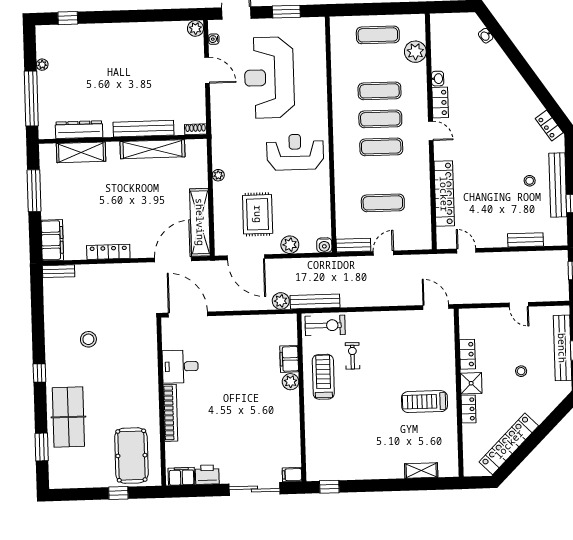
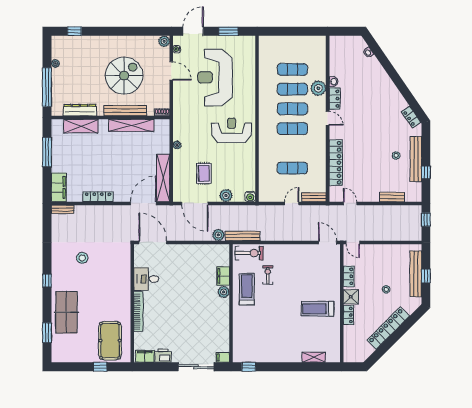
exercise mat: (378, 35) -> (292, 69), moved
plant: (415, 52) -> (318, 88), moved
spiral stairs: (140, 79) -> (124, 76), added
rug: (258, 214) -> (204, 173), width x0.73, depth x0.70
bench: (353, 245) -> (314, 197), moved
door: (519, 305) -> (353, 242), moved
locker: (509, 444) -> (388, 328), moved

